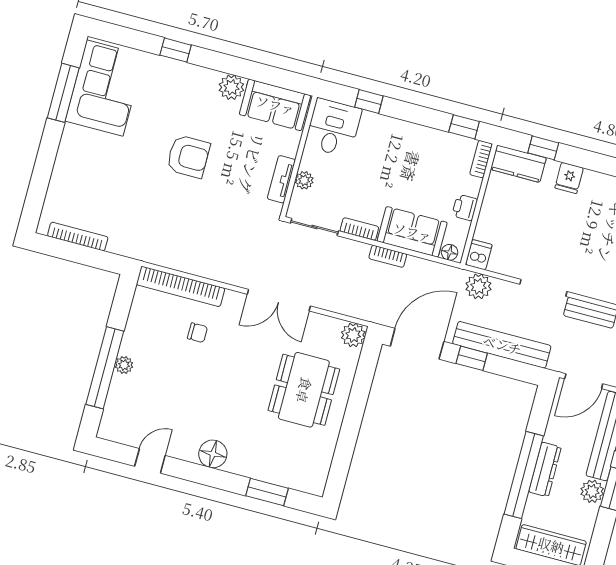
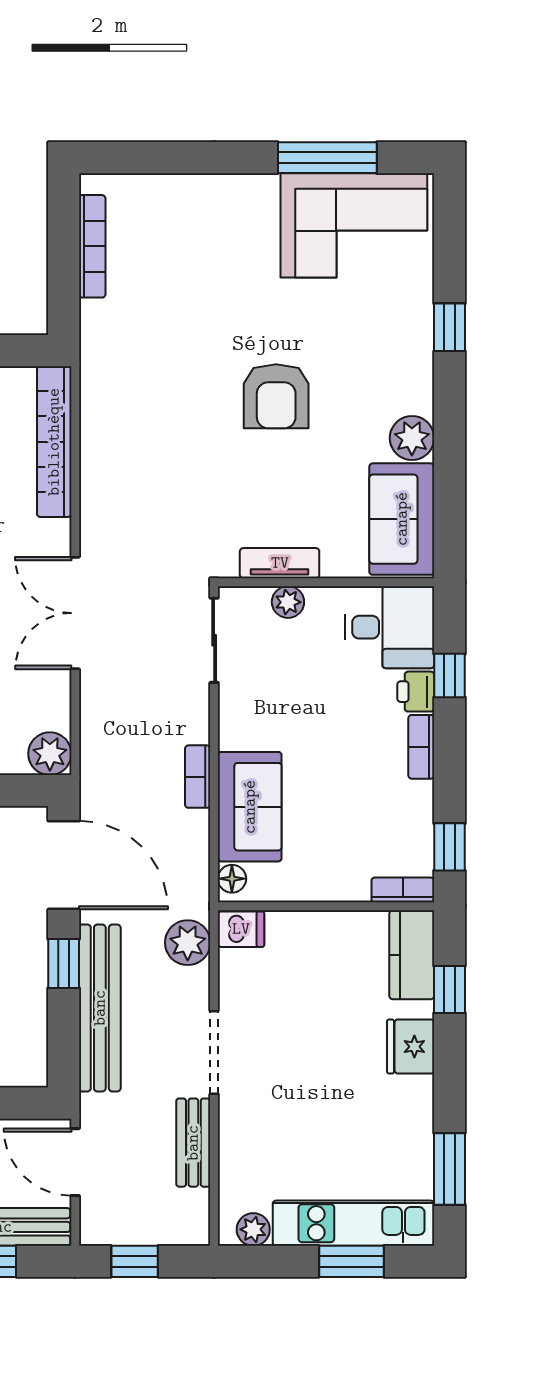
fridge: (569, 178) -> (411, 1047), width x1.38
printer: (465, 208) -> (416, 692), moved, turned -90
bookcase: (359, 229) -> (421, 747), moved, turned 180

